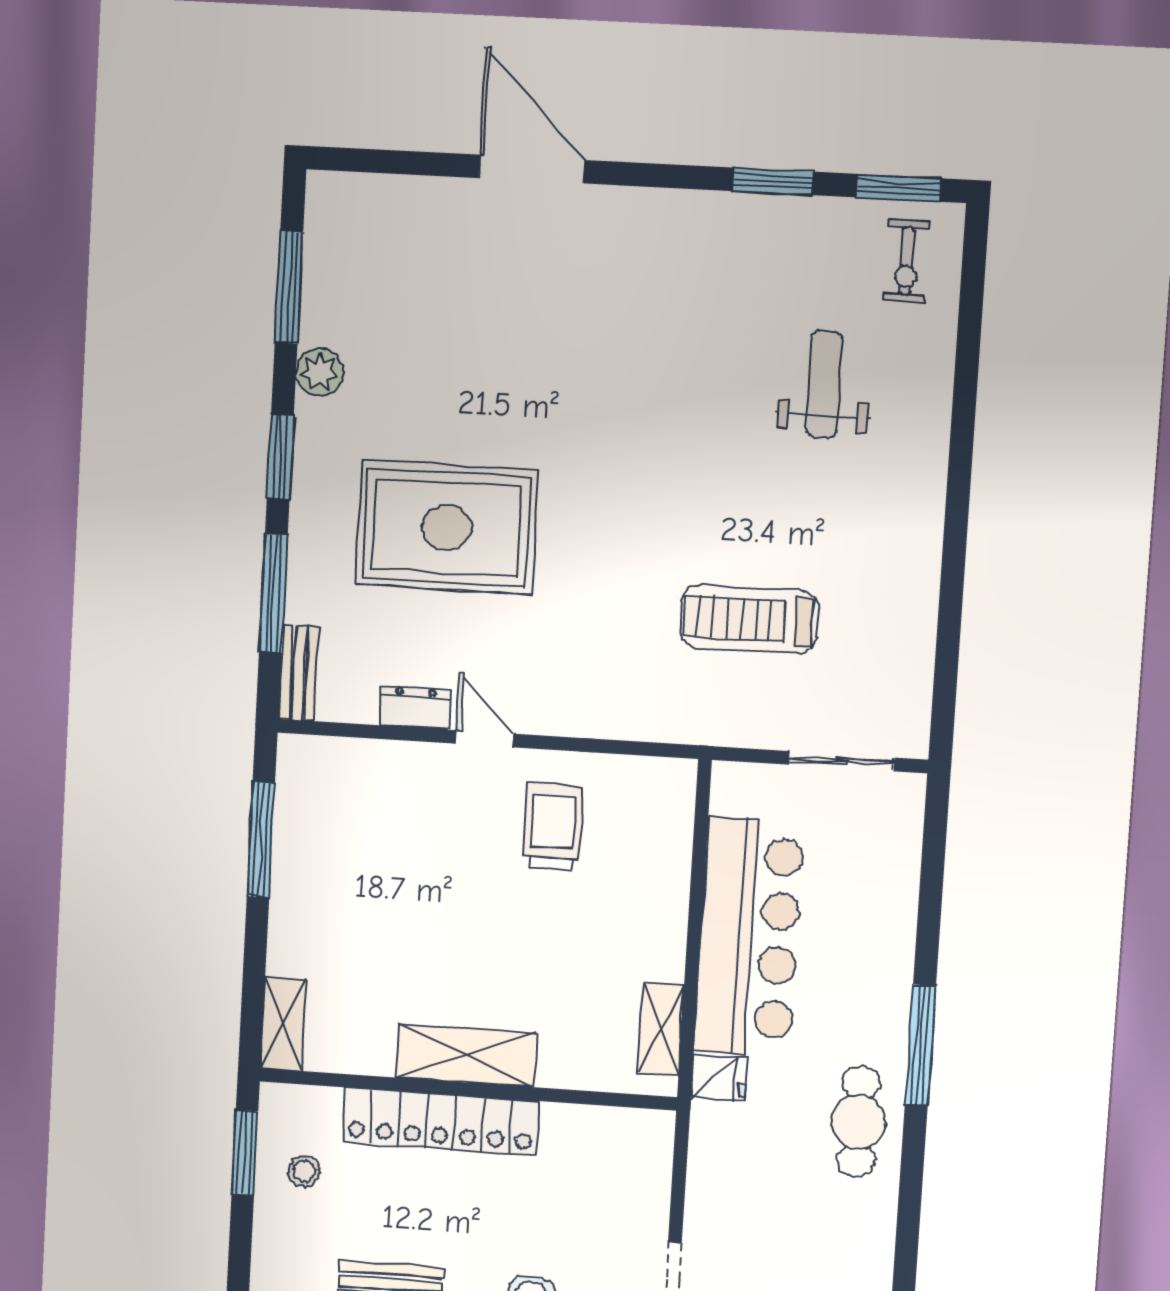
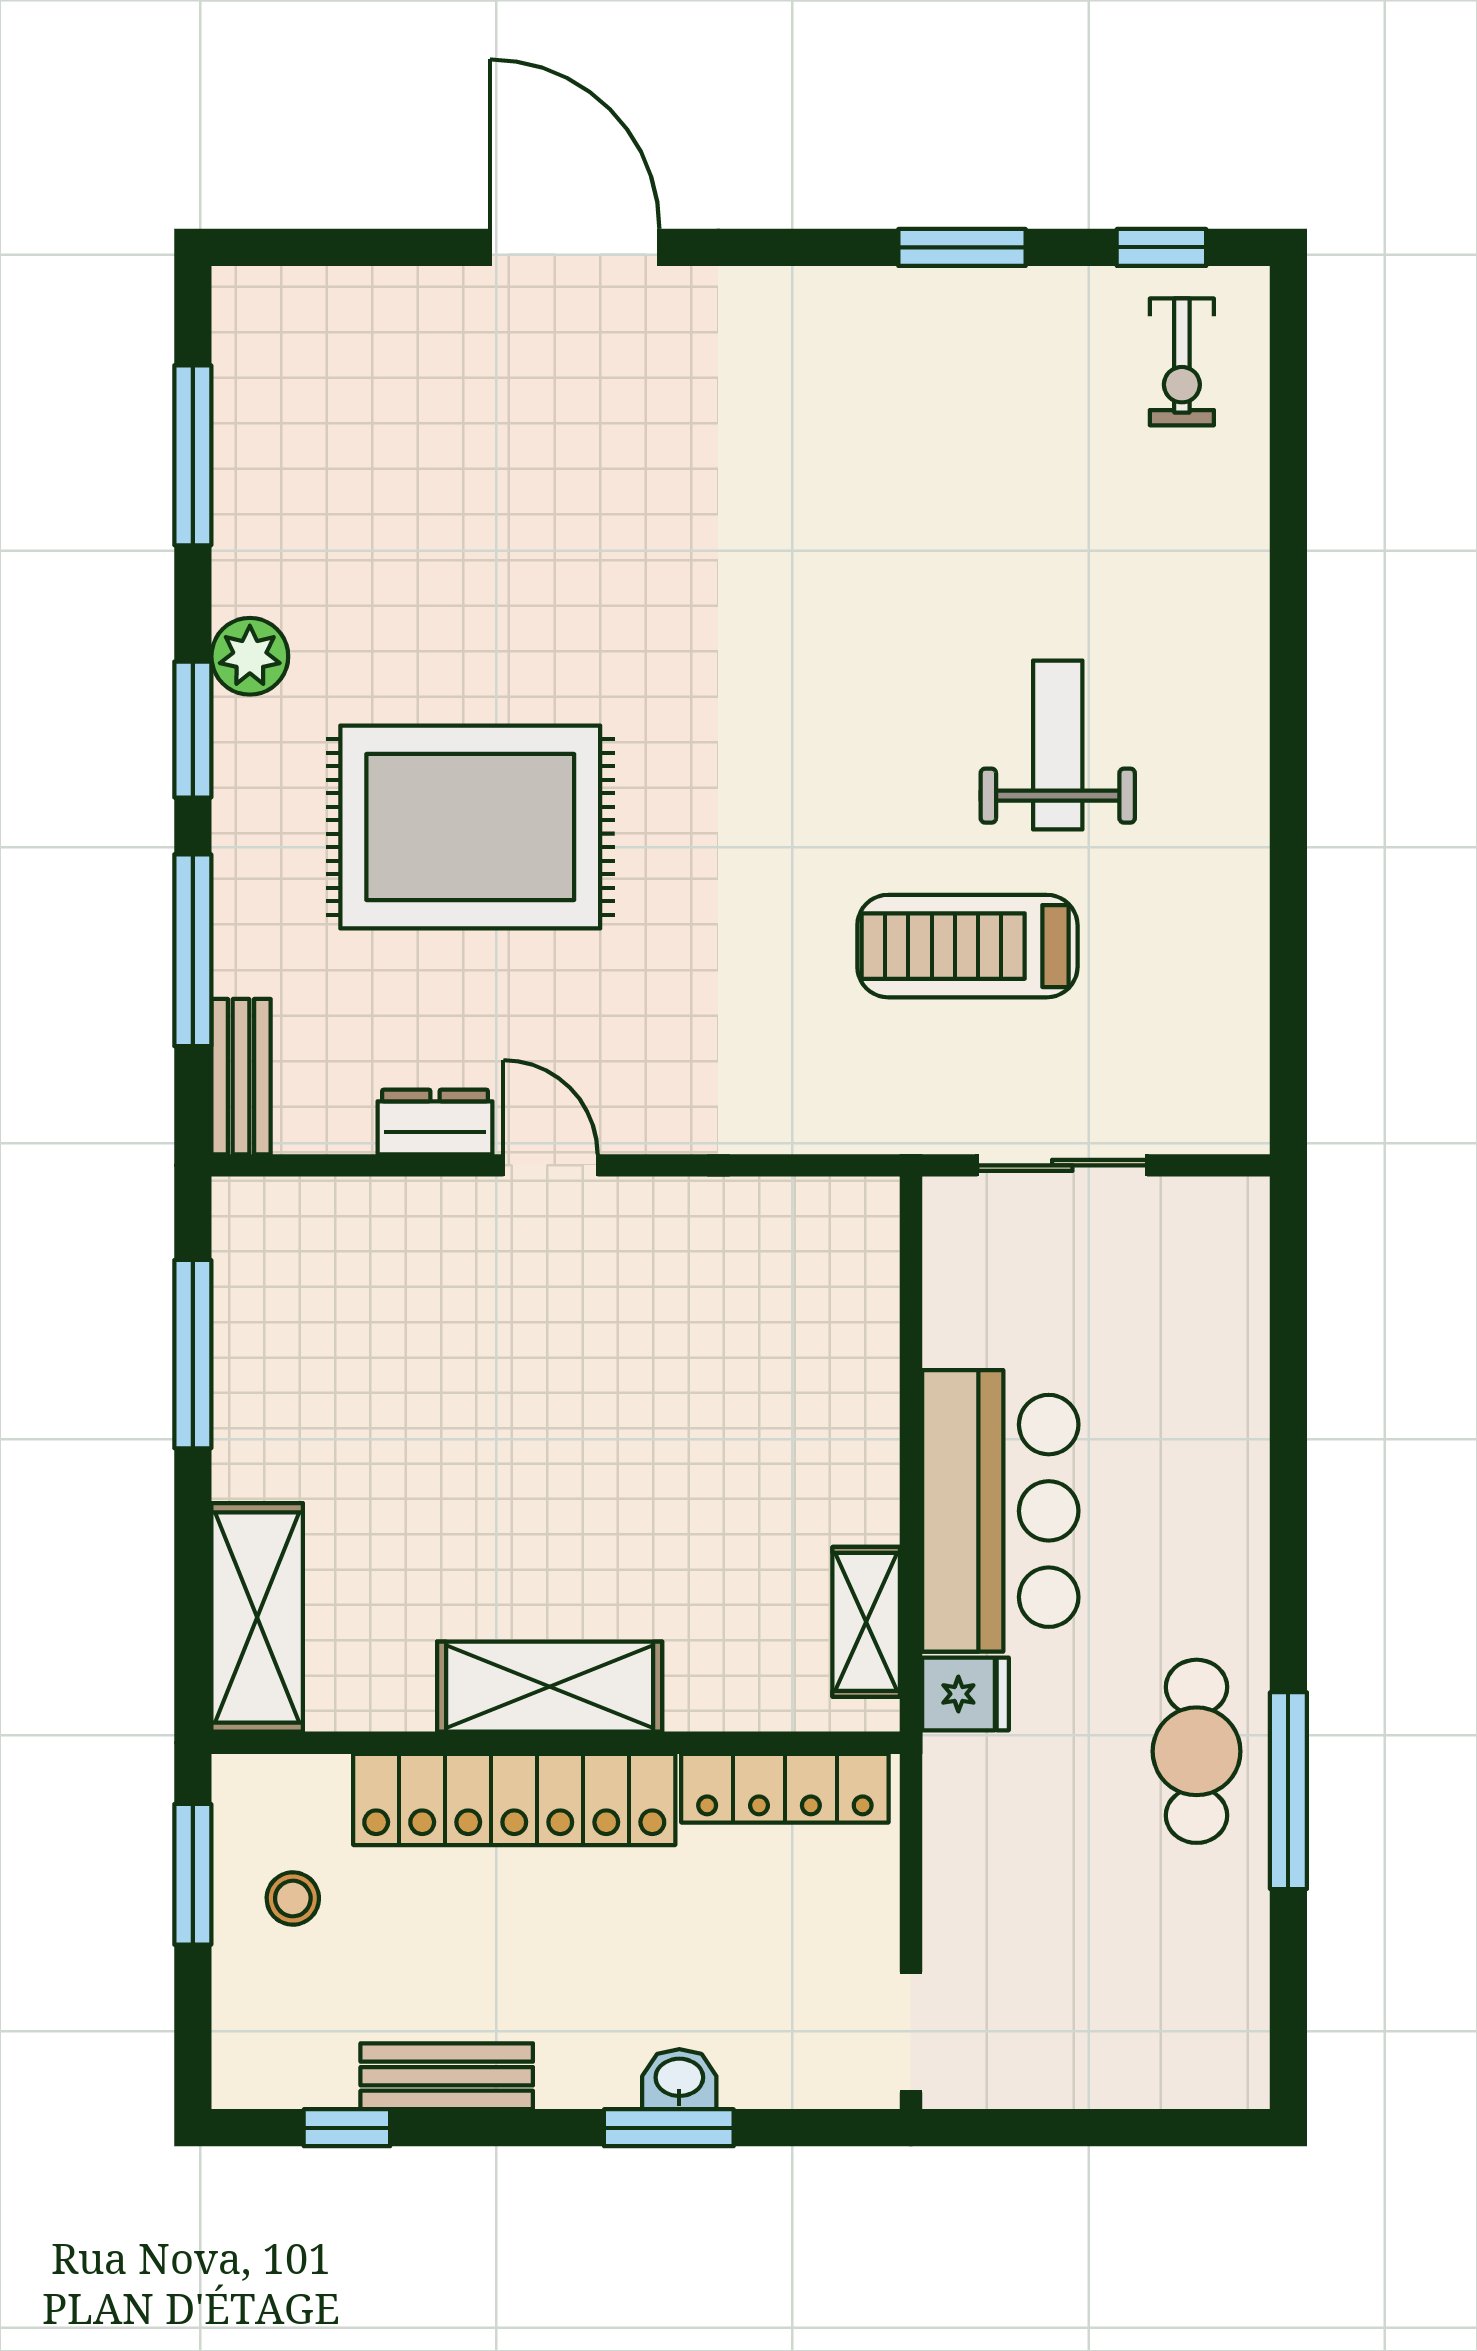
window: (899, 188) -> (1161, 247), width x0.67
plant: (320, 372) -> (250, 656), moved
weight bench: (824, 384) -> (1058, 745), moved
sliding door: (841, 761) -> (1062, 1165), moved
trolley: (553, 827) -> (670, 1302), removed
bar counter: (749, 936) -> (1000, 1511), width x0.73
shelving: (283, 1024) -> (257, 1617), width x1.50, depth x1.33
window: (920, 1045) -> (1288, 1791), moved
locker: (605, 1126) -> (785, 1788), added

